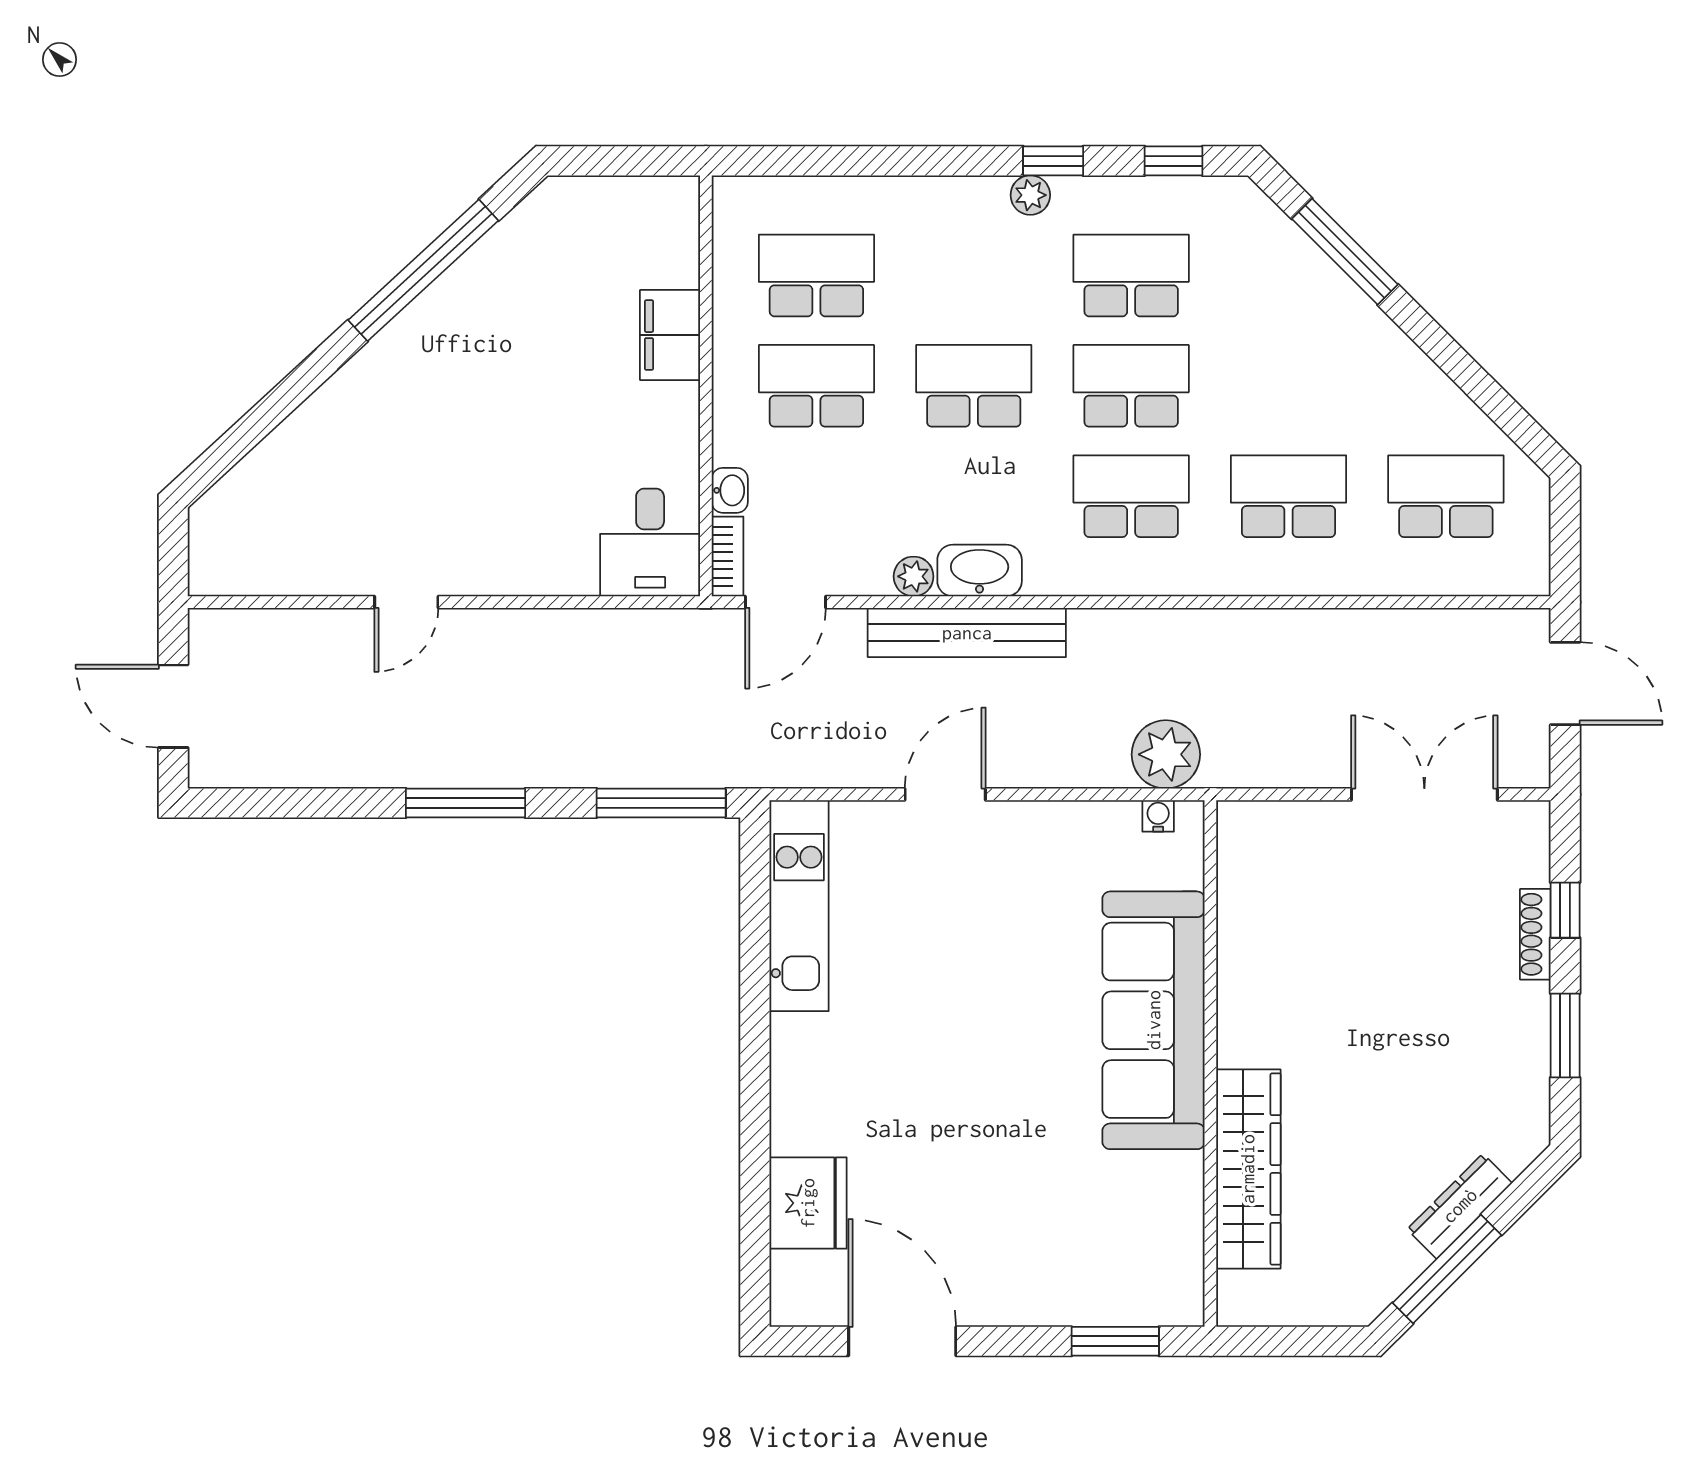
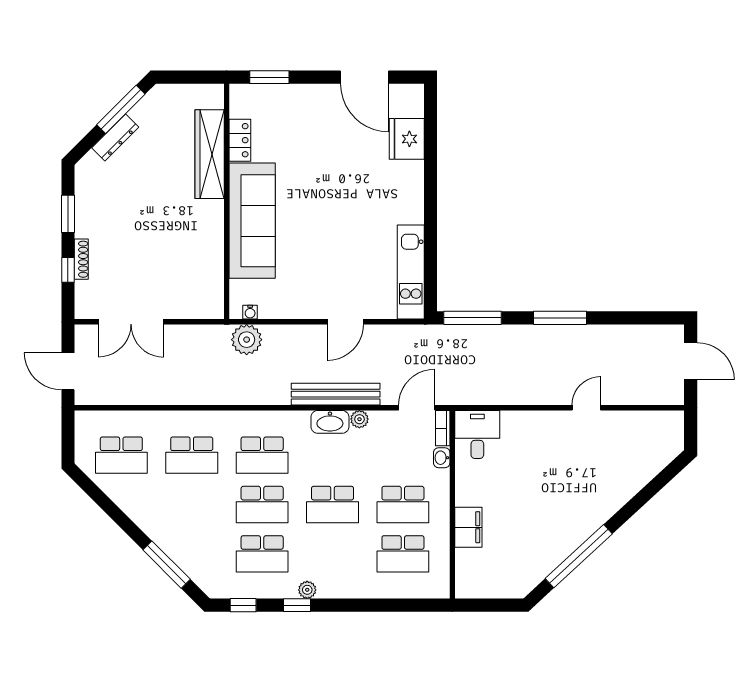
locker: (1181, 1200) -> (240, 140), added

